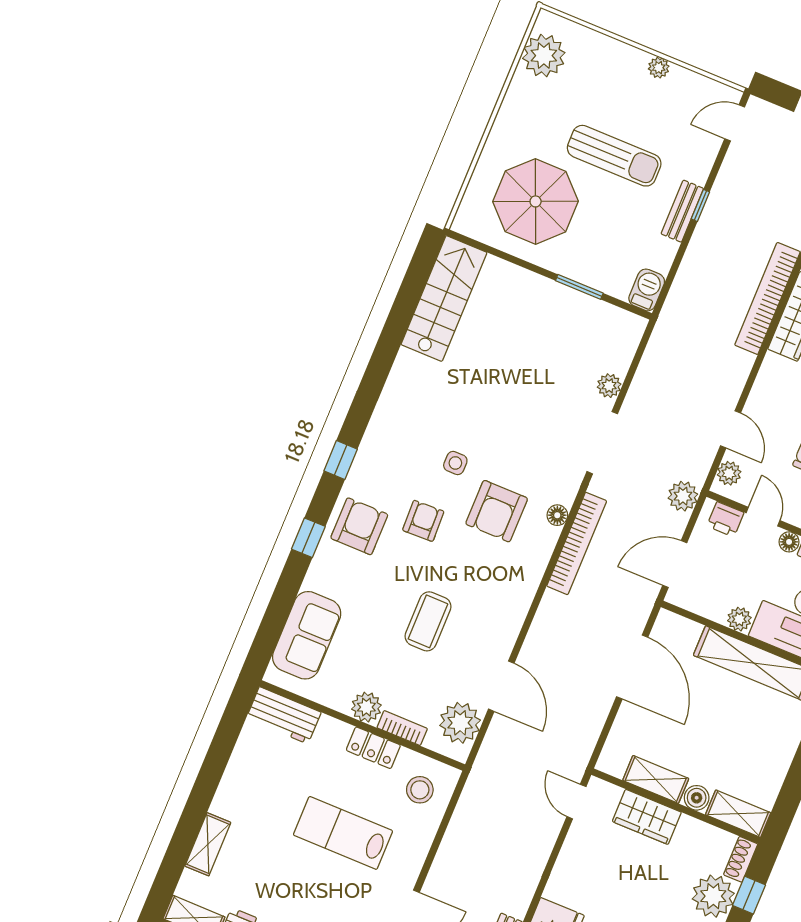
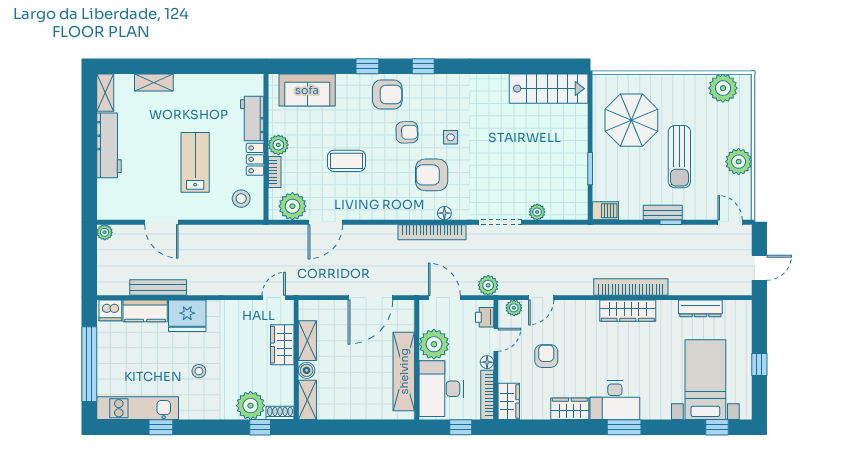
plant: (659, 68) -> (739, 162), width x1.87, depth x1.87
plant: (739, 619) -> (434, 344), width x1.87, depth x1.87
workbench: (284, 715) -> (252, 118), moved

